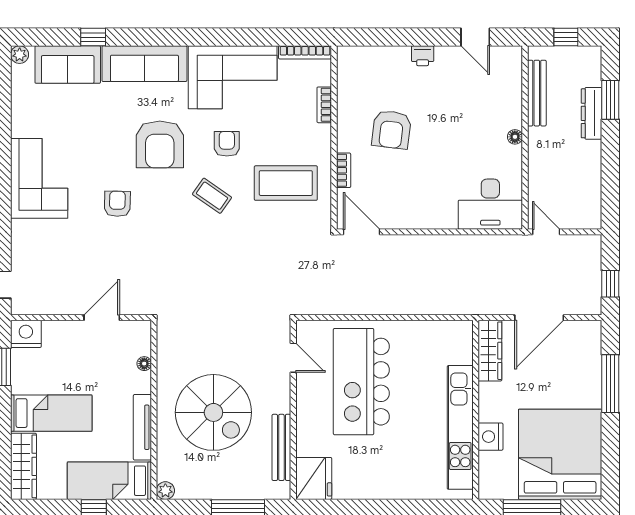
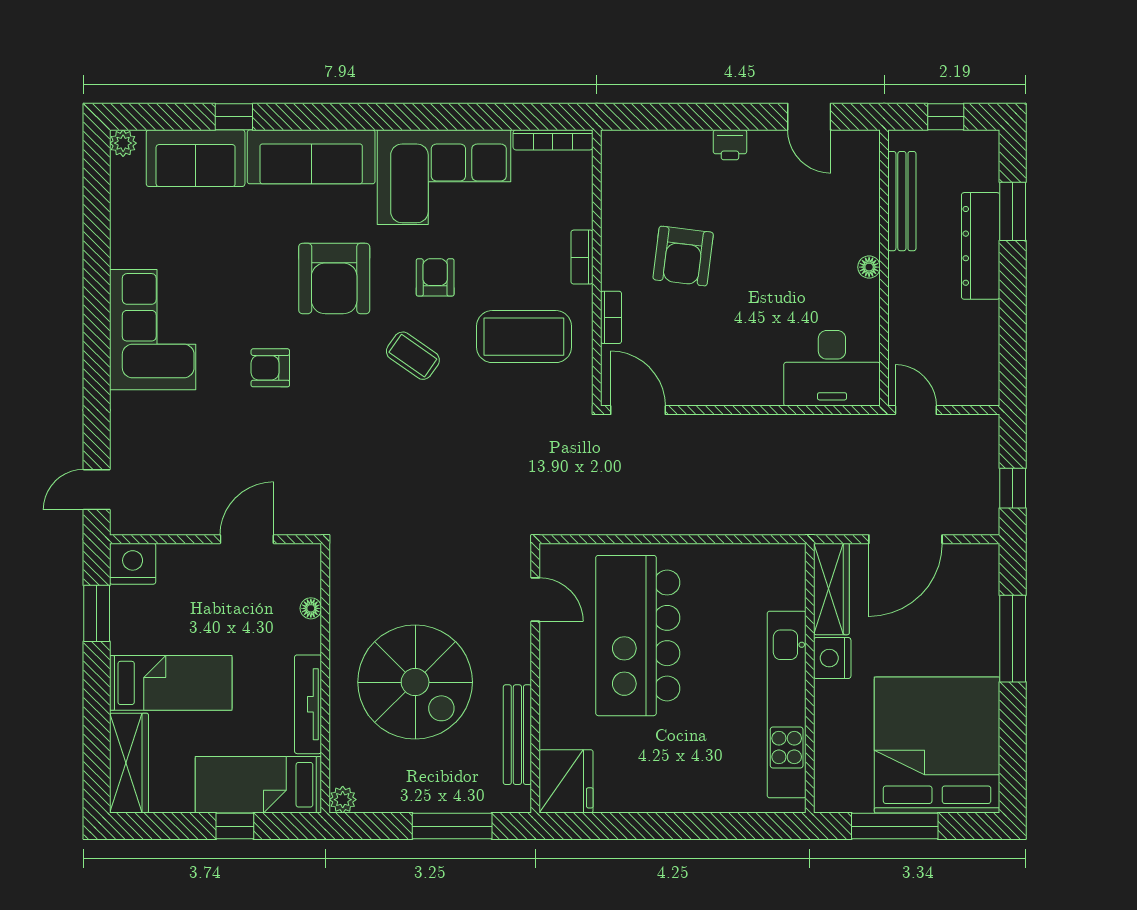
bookcase: (324, 105) -> (582, 257), moved
dresser: (592, 113) -> (981, 246), width x1.37, depth x1.24
armchair: (117, 204) -> (270, 368), turned -91
nightstand: (490, 437) -> (832, 658), moved

